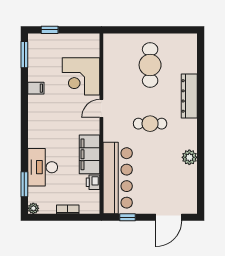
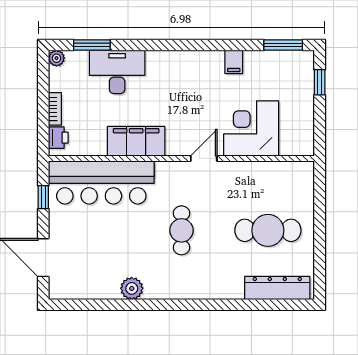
dresser: (189, 96) -> (277, 288), moved
door: (101, 108) -> (204, 158), hinge flipped
printer: (93, 182) -> (58, 138), moved, turned 90

